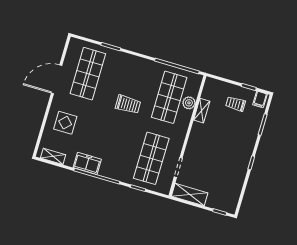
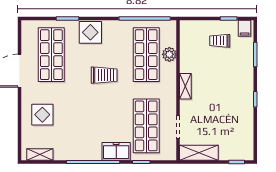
display table: (127, 64) -> (90, 32), added
shelving: (202, 111) -> (185, 86), moved
freezer: (87, 163) -> (116, 151), moved

